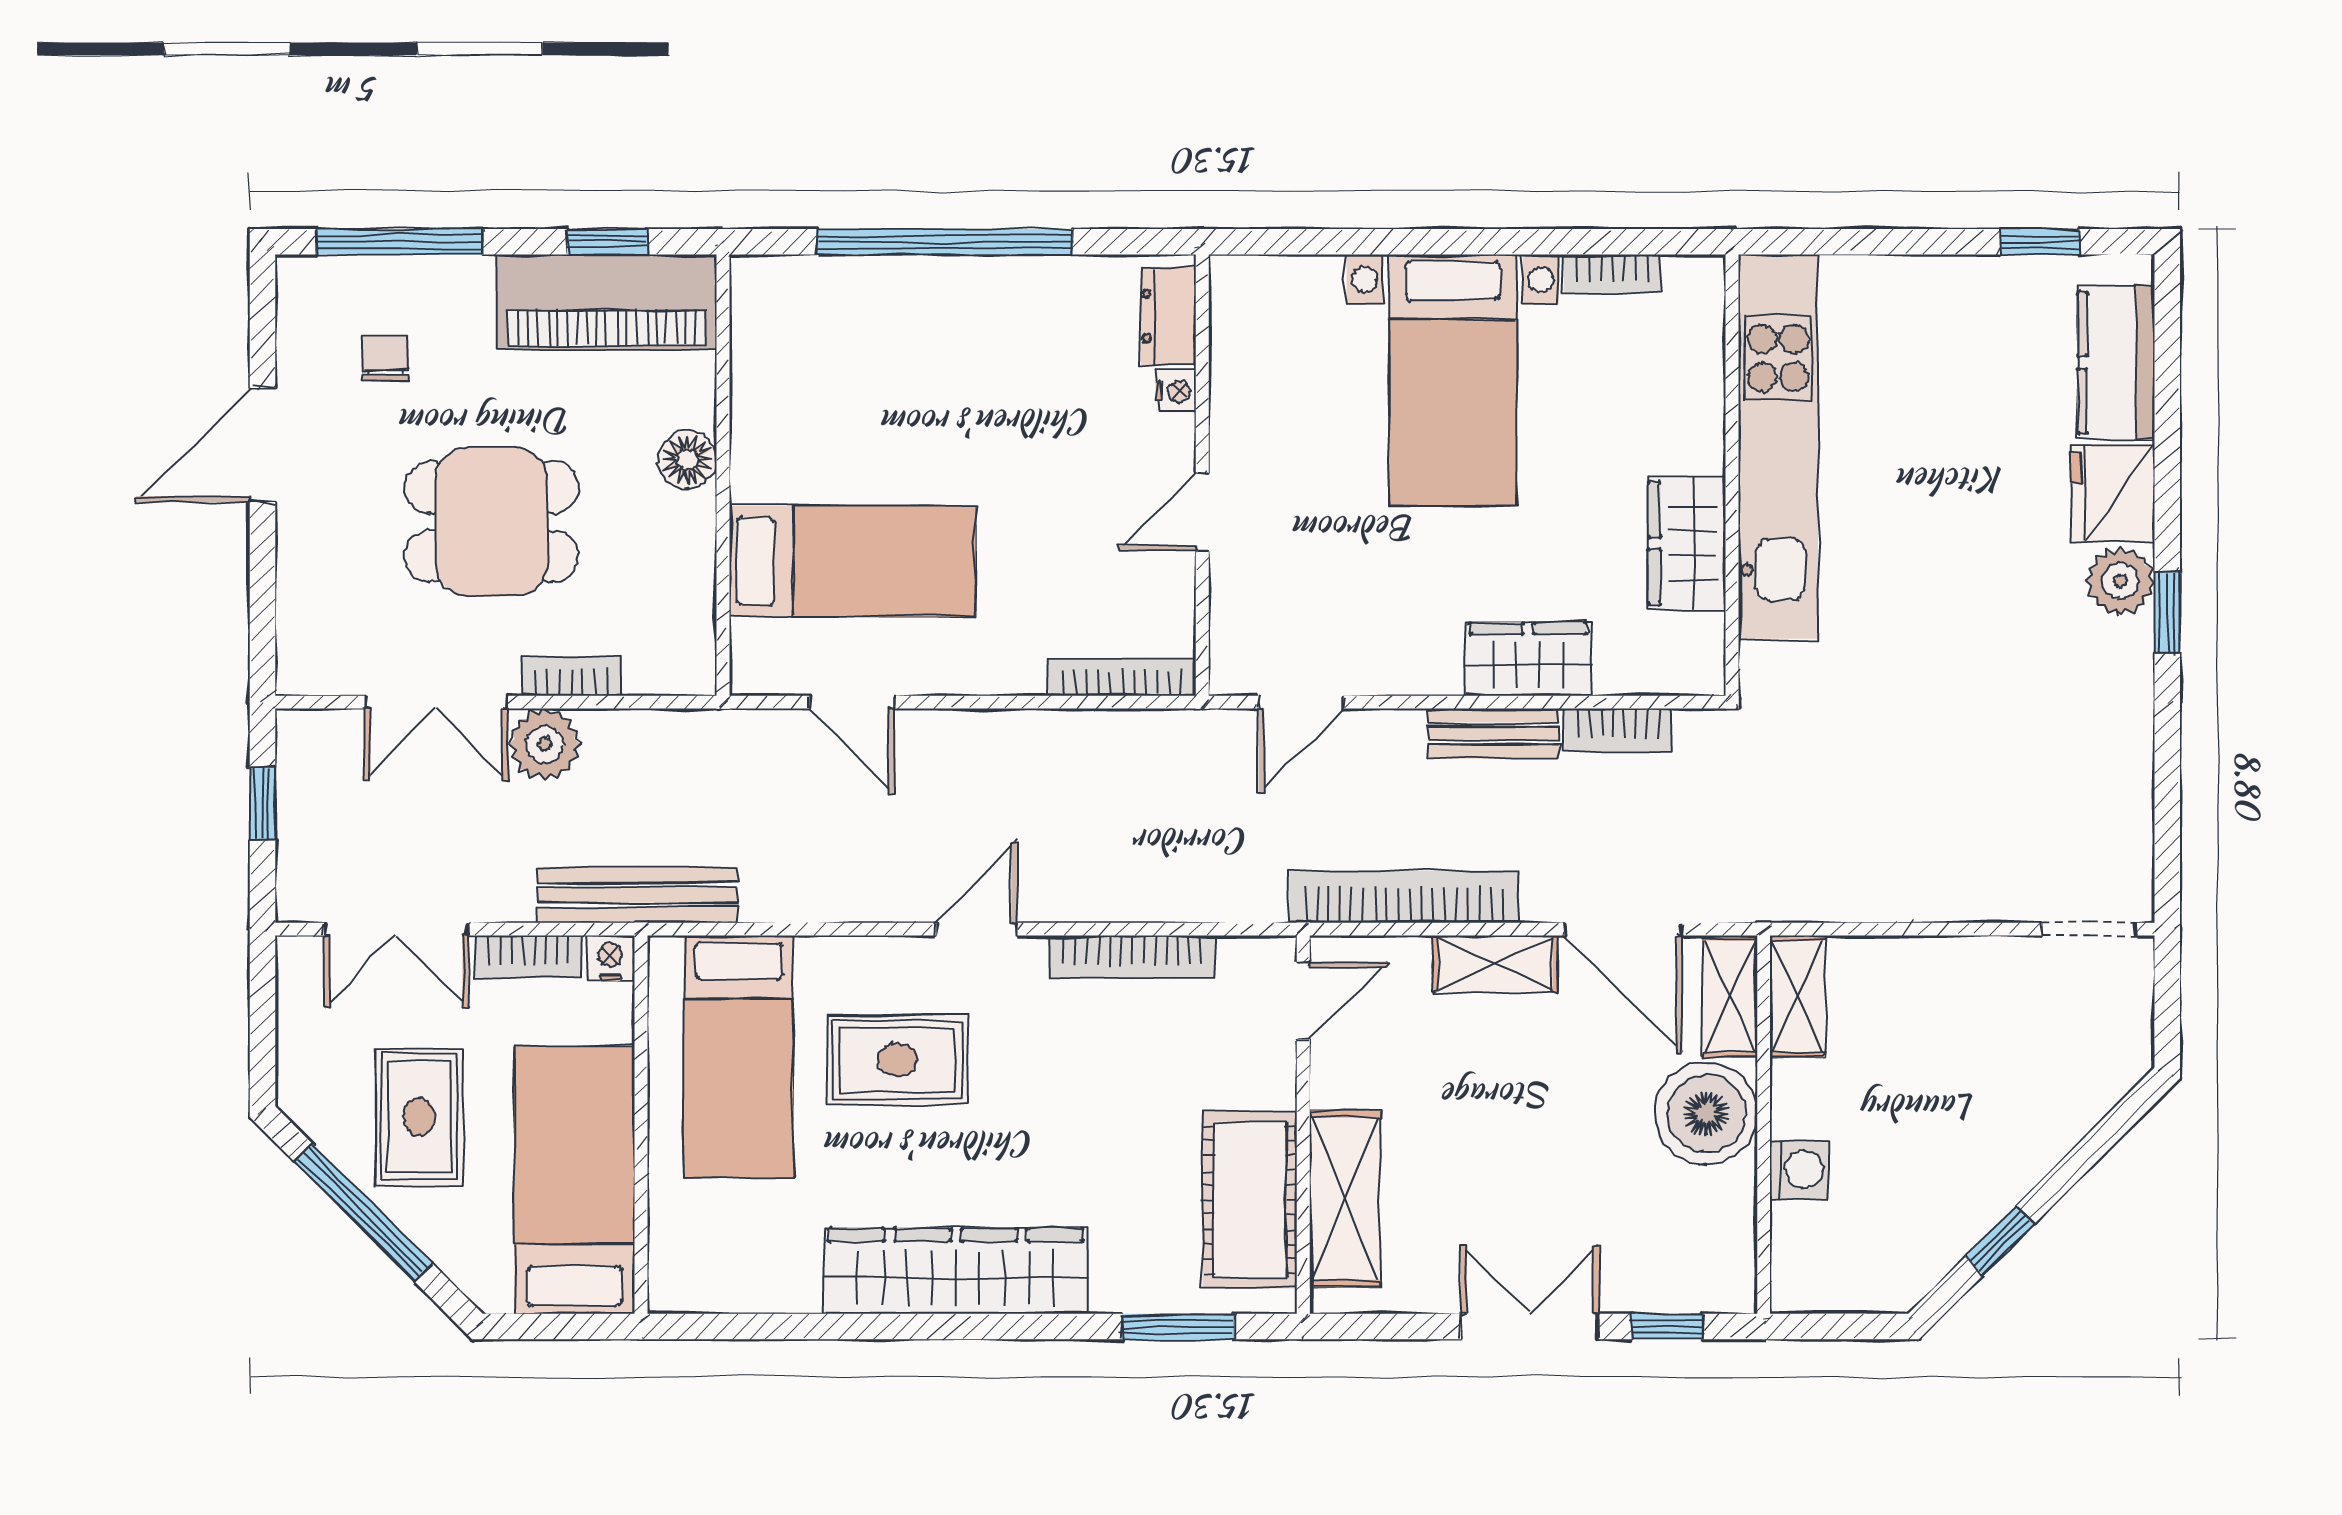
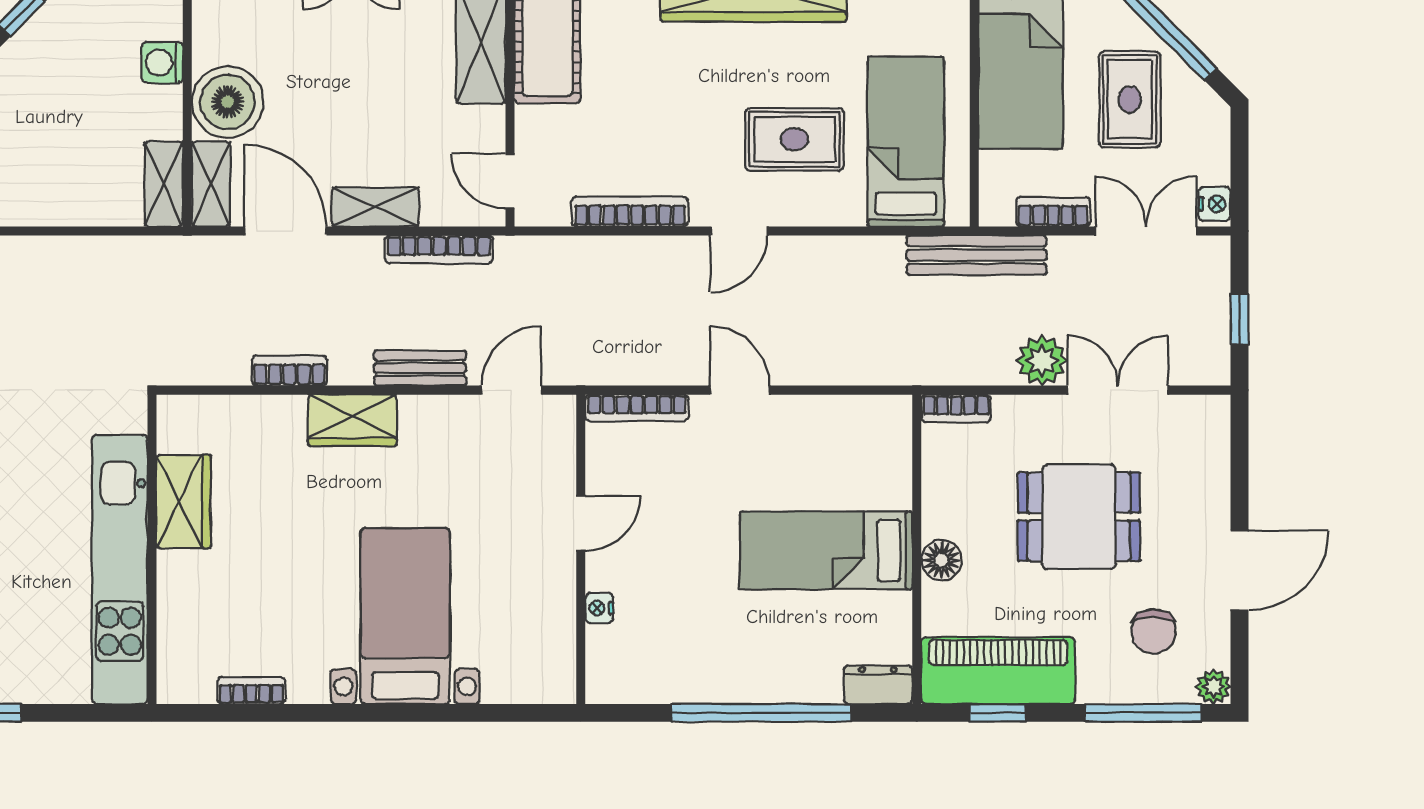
bookcase: (1612, 274) -> (251, 690), moved
plant: (300, 279) -> (1213, 687), added
dresser: (1168, 316) -> (878, 685), moved, turned -90
chair: (385, 358) -> (1153, 631), width x1.37, depth x1.37
kitchen unit: (1778, 446) -> (120, 569), moved
wall: (1732, 475) -> (152, 549), moved
wardrobe: (1687, 543) -> (184, 501), moved
bed: (852, 561) -> (826, 550), moved
bookcase: (572, 676) -> (956, 408), moved
door: (852, 702) -> (740, 390), moved
bench: (1494, 734) -> (420, 368), moved
bookcase: (1404, 897) -> (439, 249), width x0.68, depth x0.76
nightstand: (610, 958) -> (1215, 204), moved, turned -90
door: (1303, 1001) -> (510, 181), hinge flipped

